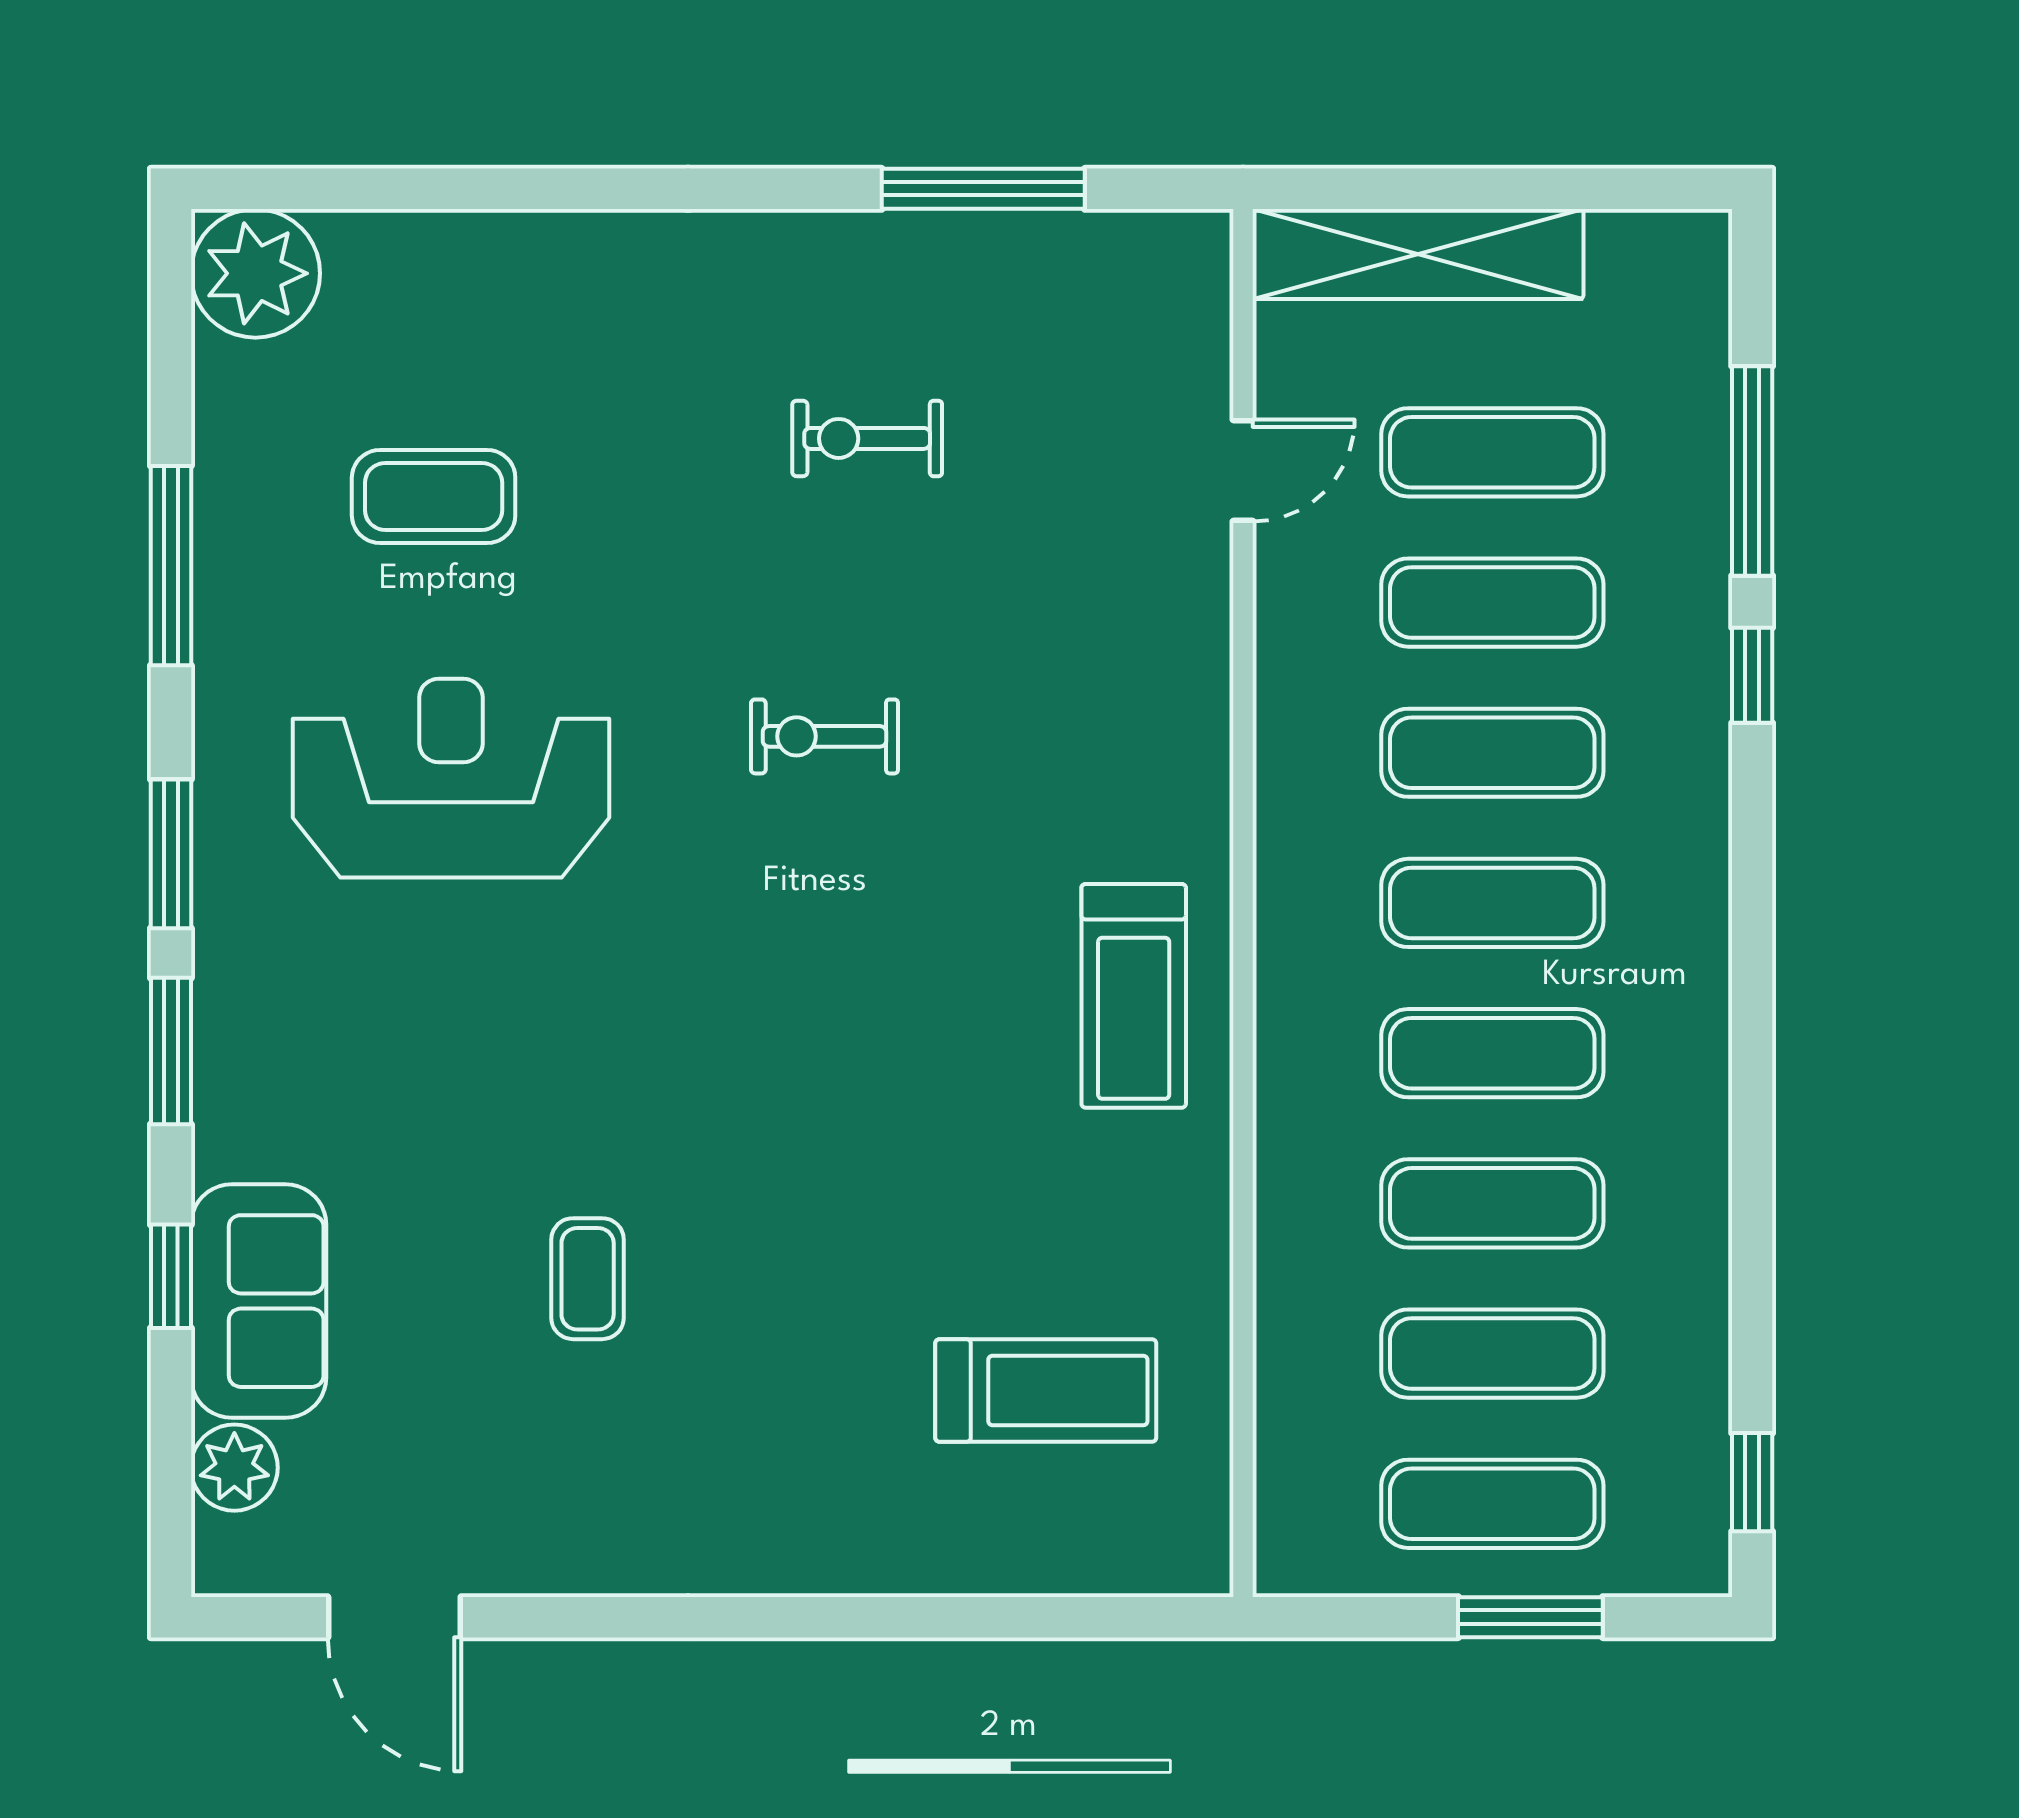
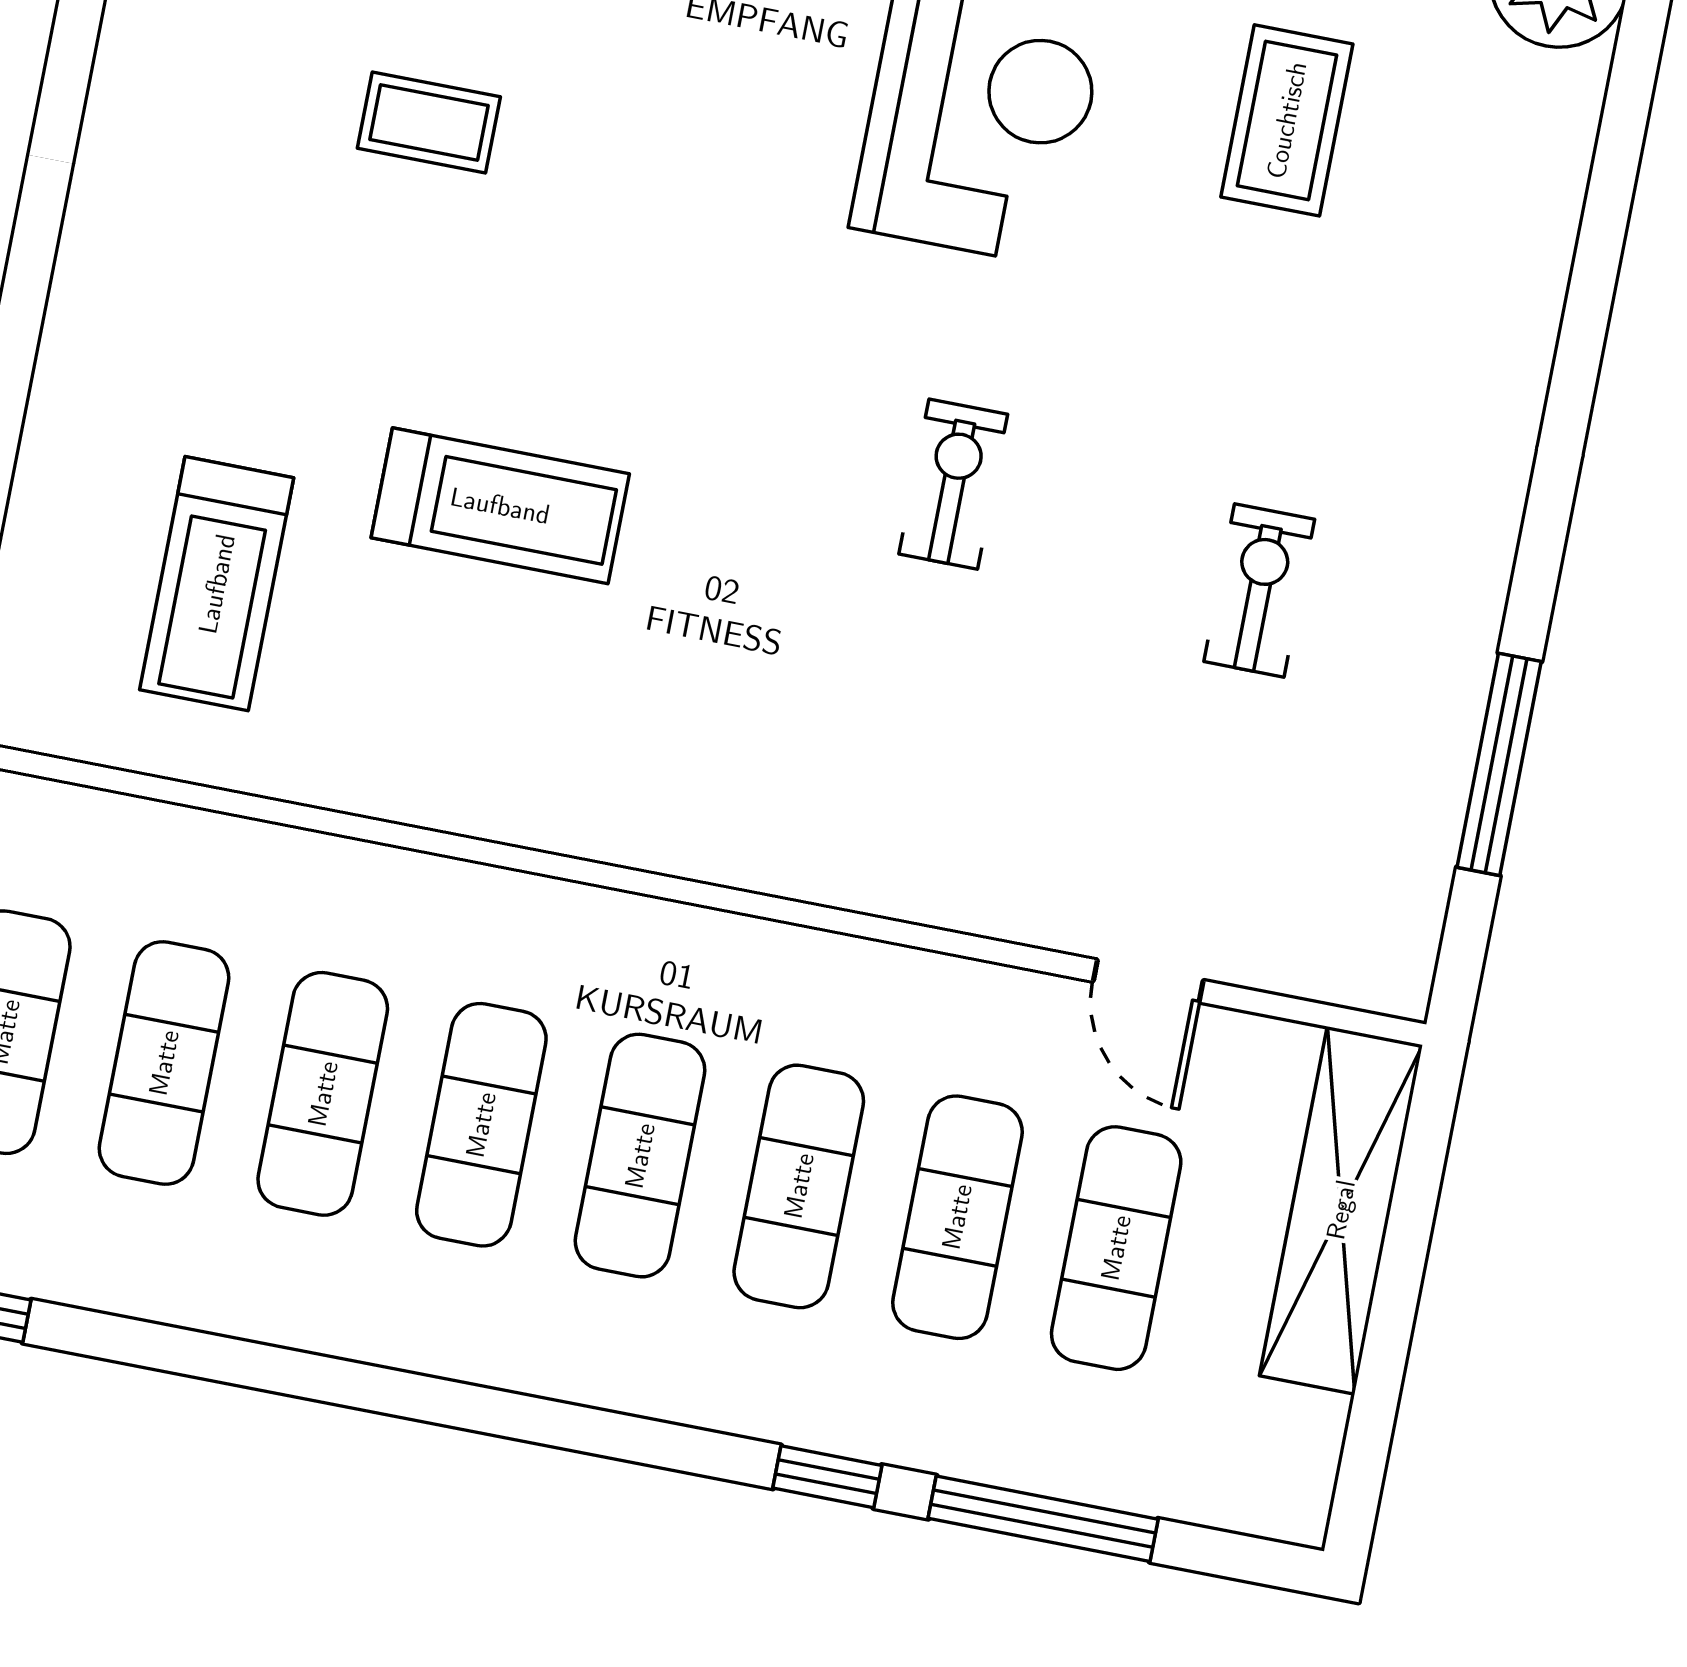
treadmill: (1134, 996) -> (500, 506), moved, turned 180

